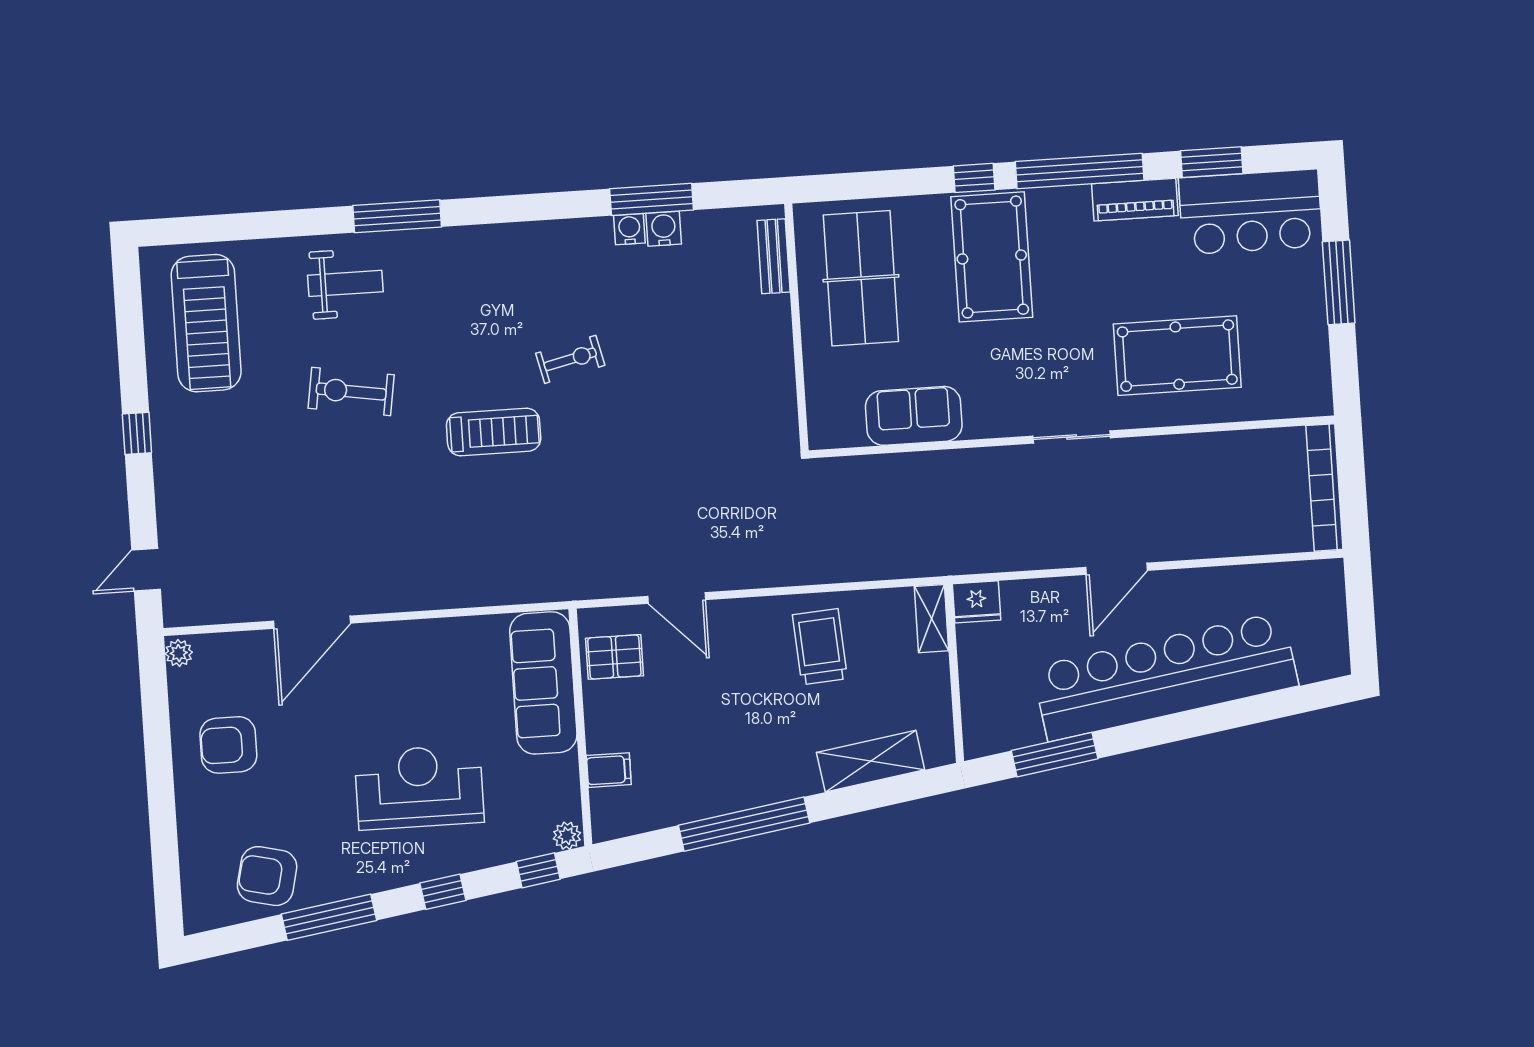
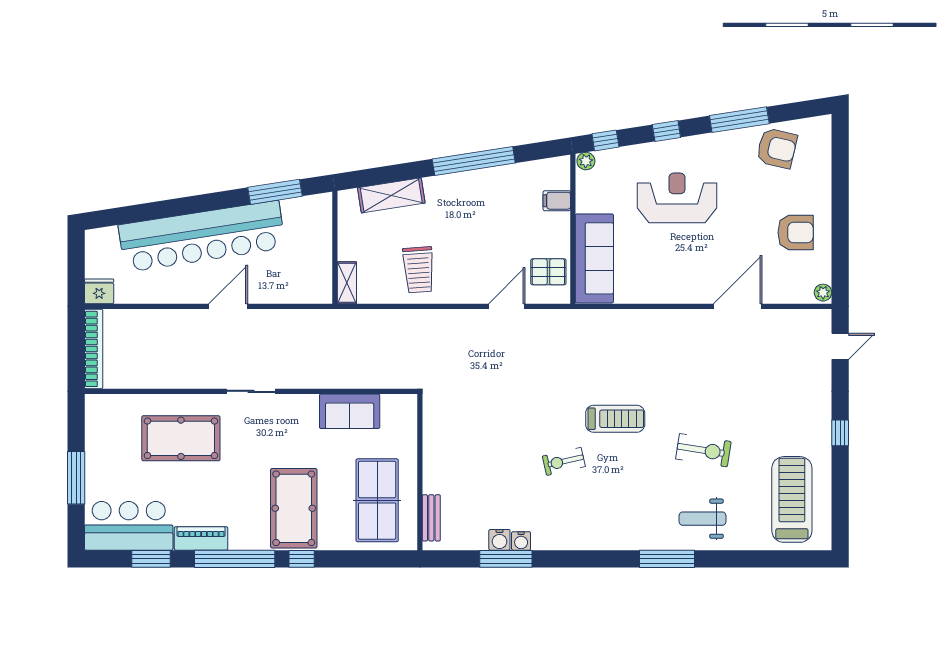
treadmill: (494, 432) -> (615, 419), turned 180
door: (677, 598) -> (507, 306), hinge flipped
fridge: (977, 602) -> (99, 291), moved
reception desk: (419, 787) -> (677, 198), turned 180

